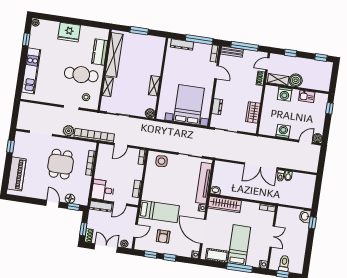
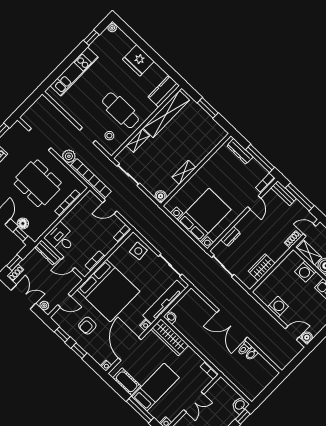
kitchen counter: (100, 52) -> (164, 91), moved
dining table: (61, 164) -> (38, 183), width x1.38
bed: (159, 211) -> (108, 291), width x2.04

